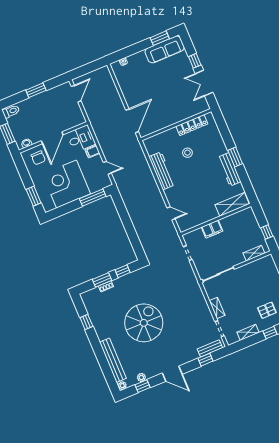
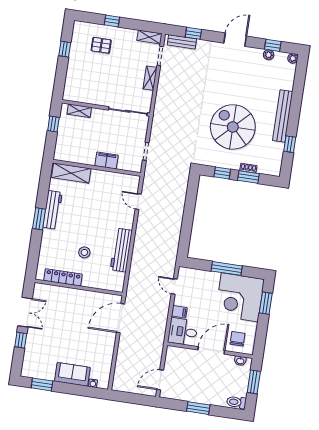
sofa: (165, 49) -> (72, 374), moved, width x0.73
corner desk: (67, 184) -> (240, 297), moved, turned 90
window: (93, 197) -> (227, 268), moved
spiral stairs: (144, 323) -> (233, 127), moved, turned 90
shelving: (248, 332) -> (149, 37), moved
bench: (113, 360) -> (283, 116), moved
door: (172, 374) -> (235, 40), hinge flipped

